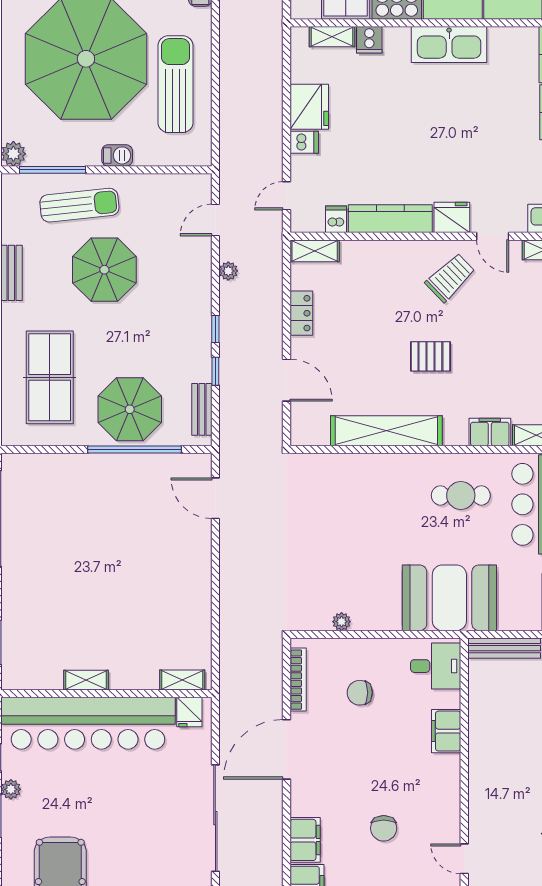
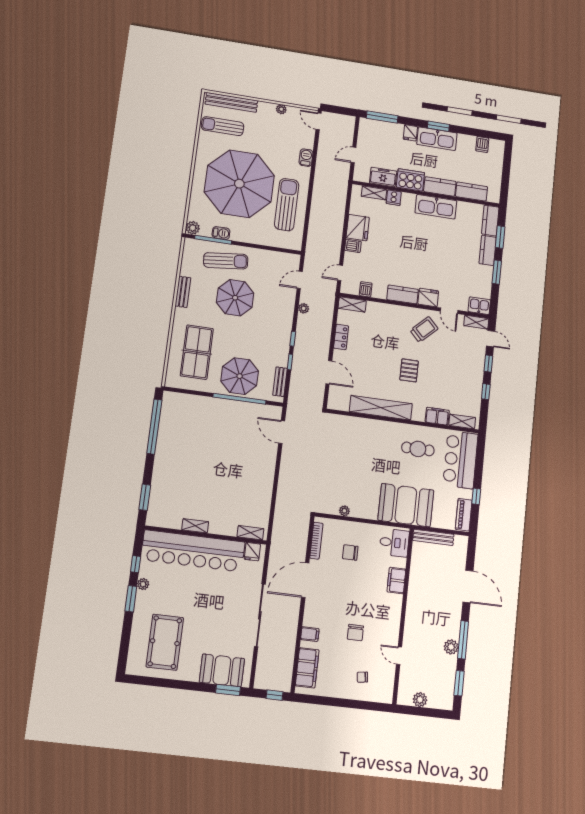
barbecue: (117, 155) -> (221, 233), moved
kitchen counter: (390, 219) -> (403, 294), width x0.67
pallet: (430, 356) -> (409, 370), turned 90
filing cabinet: (305, 840) -> (310, 634), width x0.50

